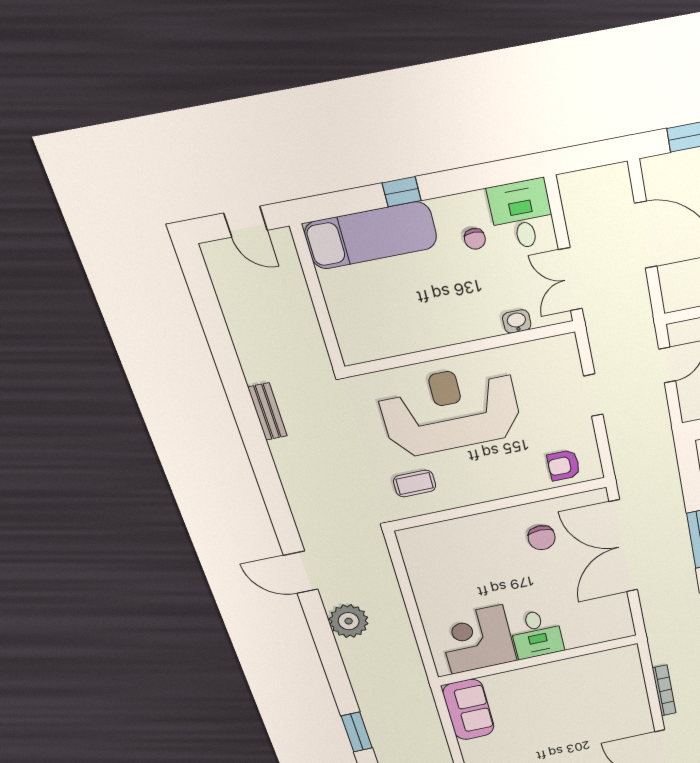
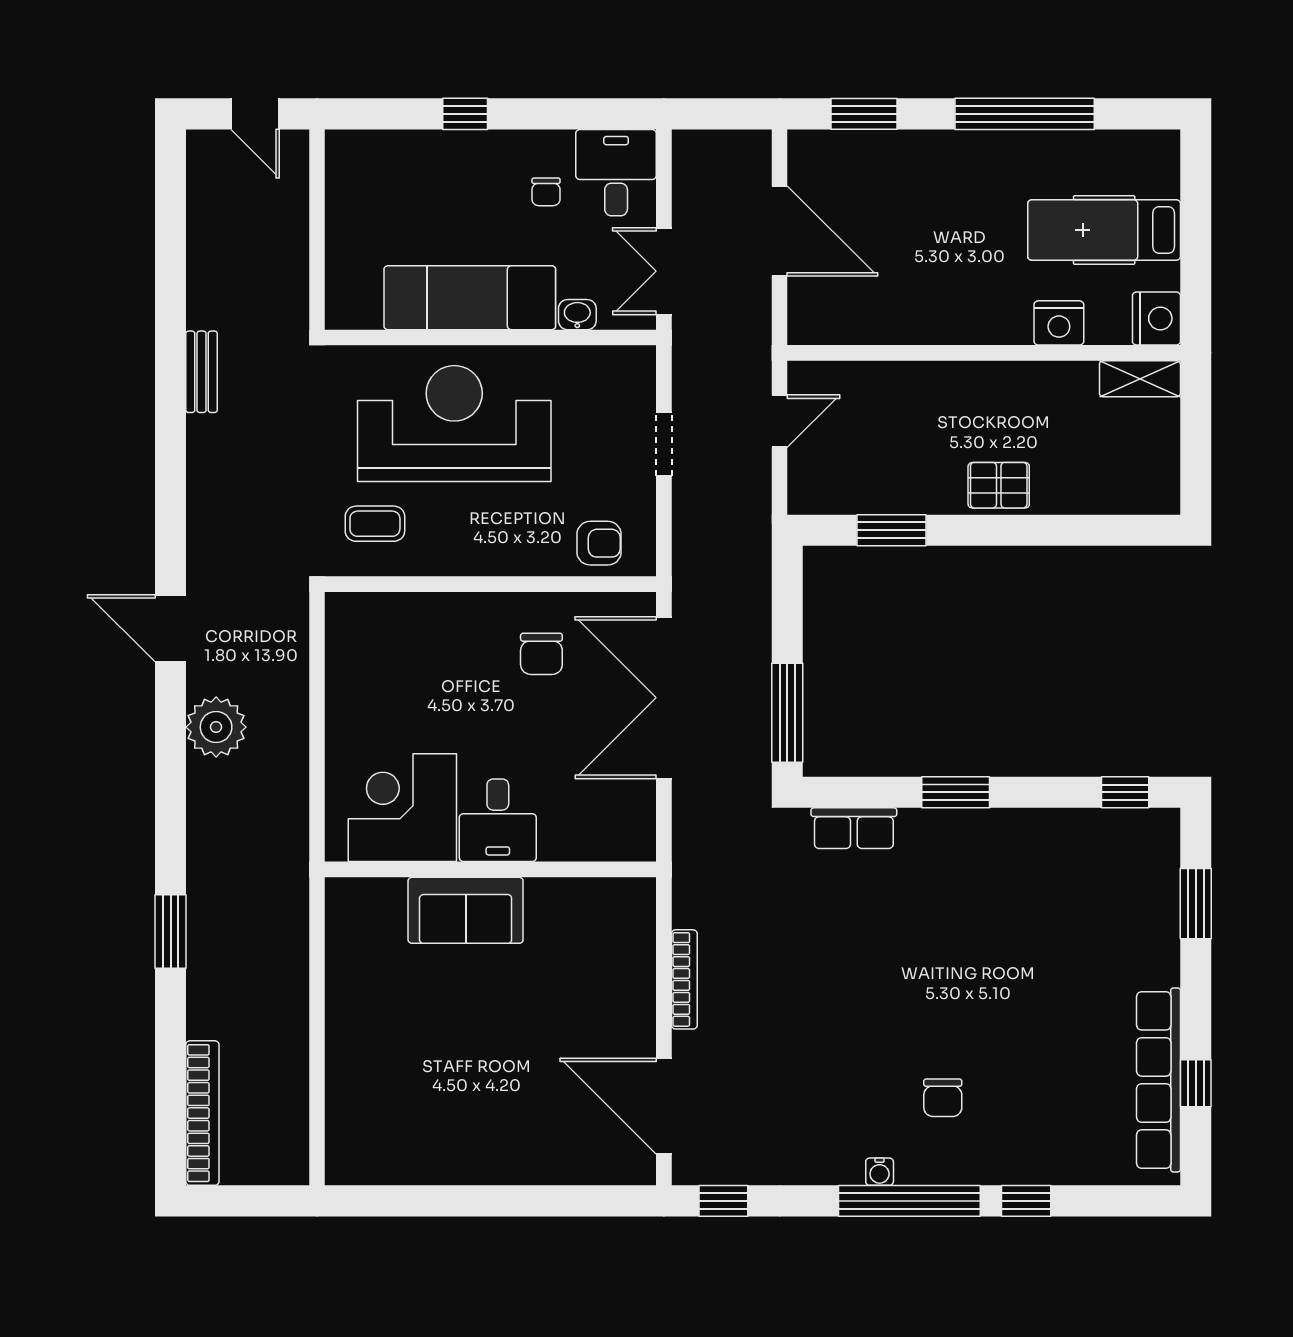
exam couch: (371, 235) -> (470, 298), moved, turned 180
armchair: (564, 465) -> (599, 543), turned 180
sofa: (469, 710) -> (466, 910), moved, turned 90

